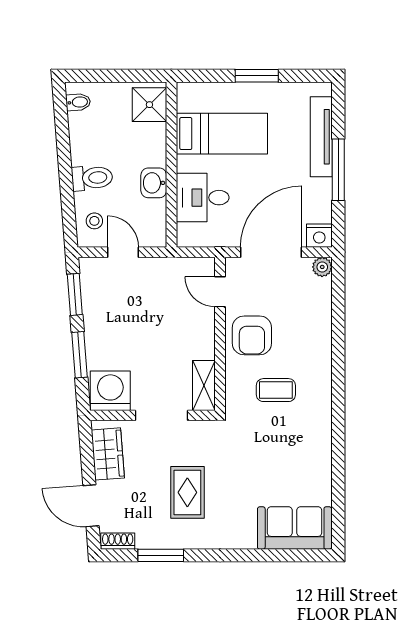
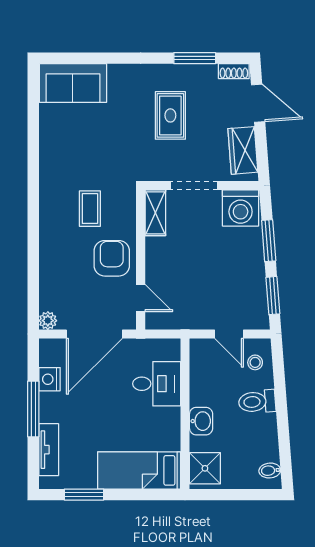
window: (257, 76) -> (84, 495), moved
bed: (222, 134) -> (139, 470), moved
tv unit: (321, 137) -> (49, 450), width x0.71
washbasin: (154, 183) -> (201, 421), moved
nightstand: (319, 236) -> (49, 379), moved, turned -90
coffee table: (276, 390) -> (90, 209), turned 90

